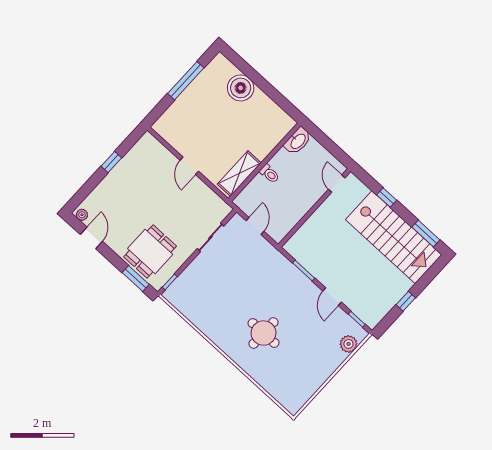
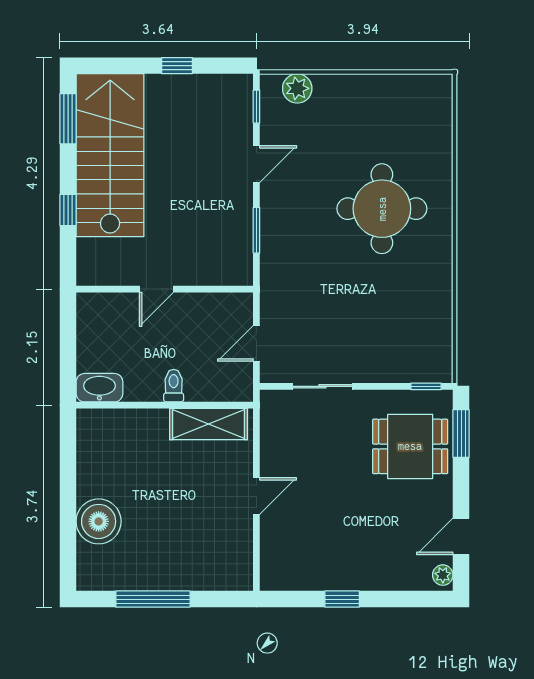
door: (337, 184) -> (156, 289), moved
round table: (263, 333) -> (382, 209), width x1.36, depth x1.36

